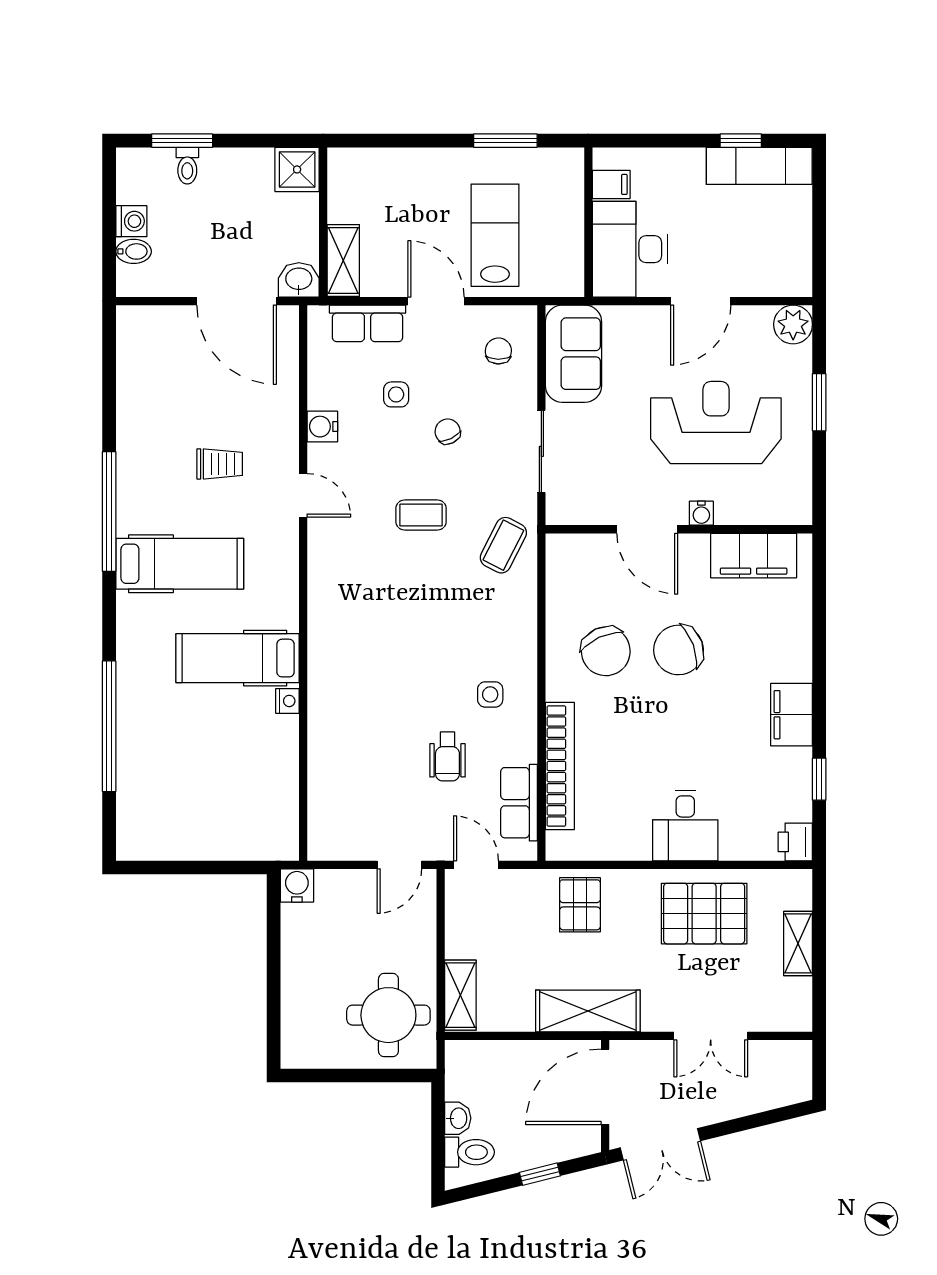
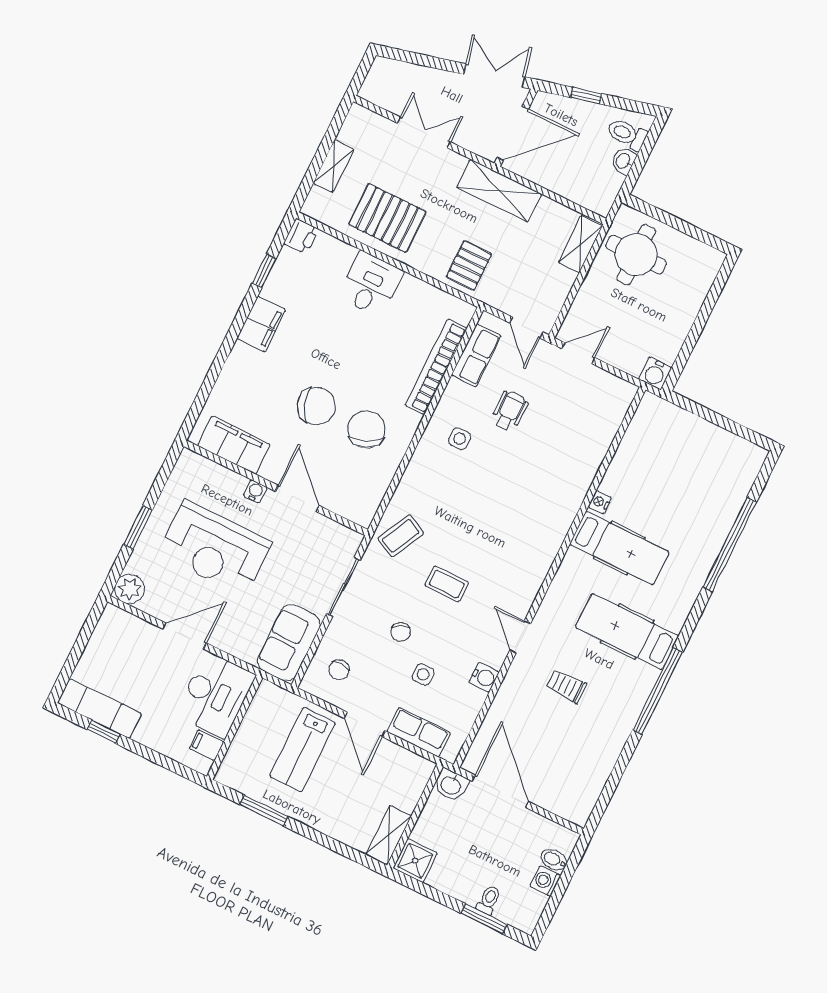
shelving: (343, 260) -> (389, 835), moved

